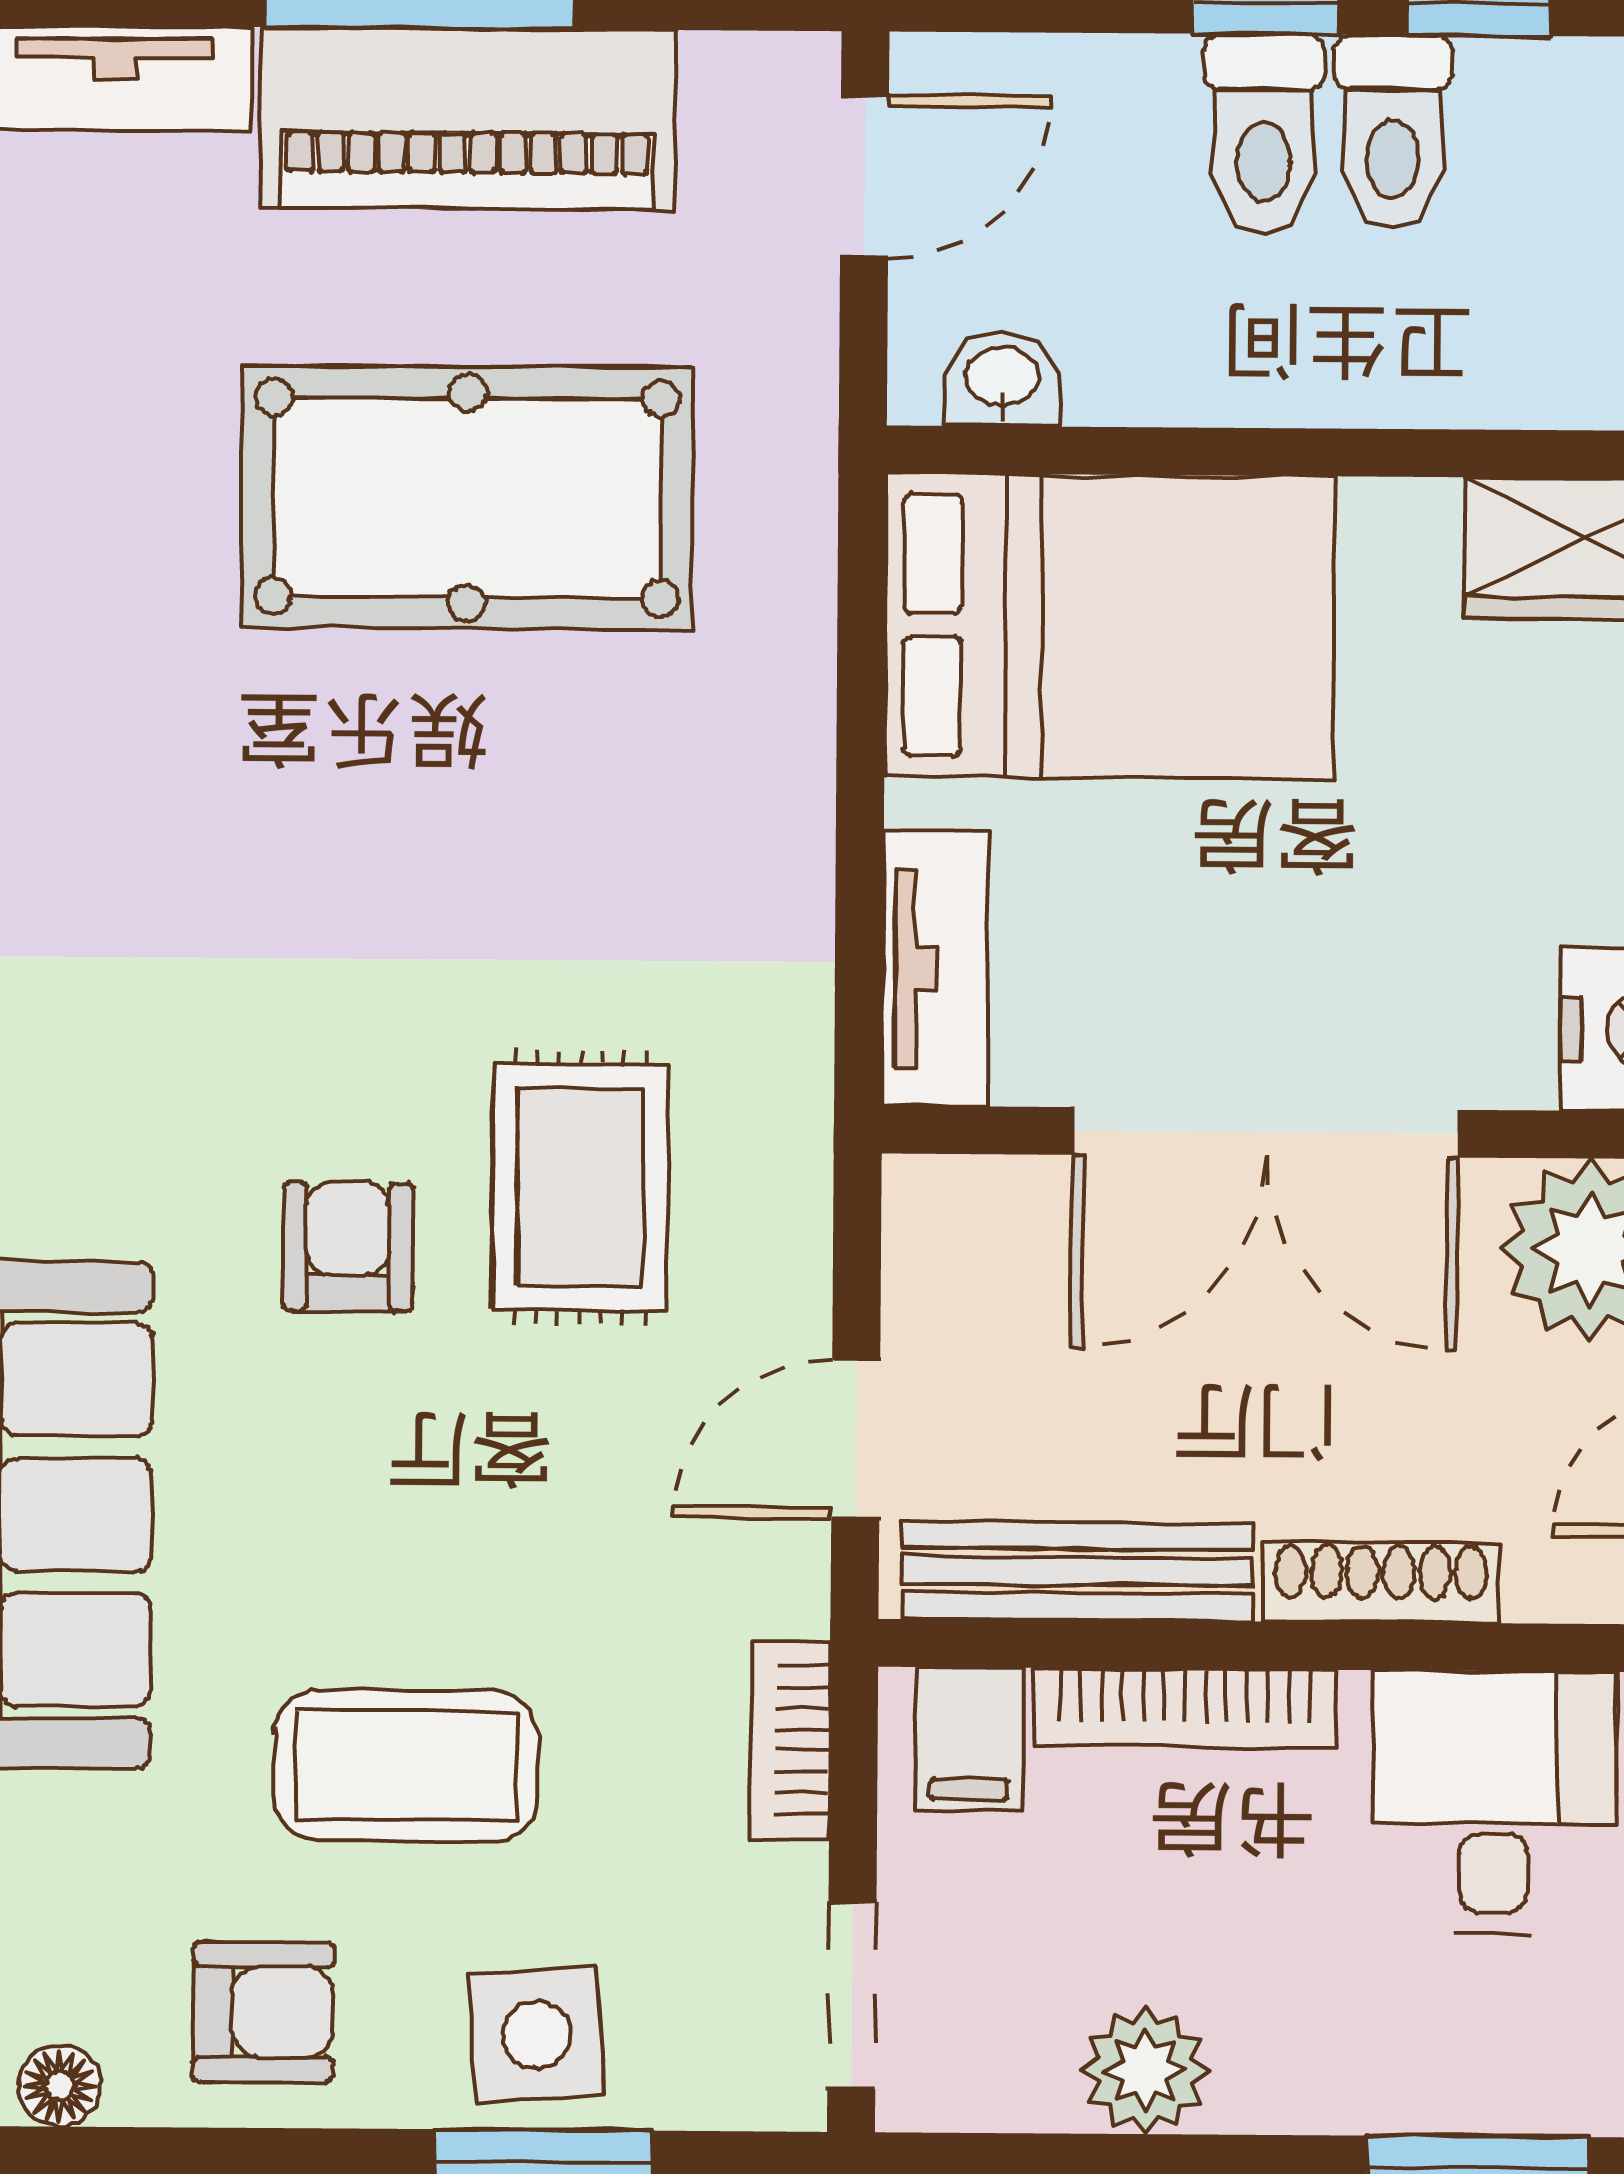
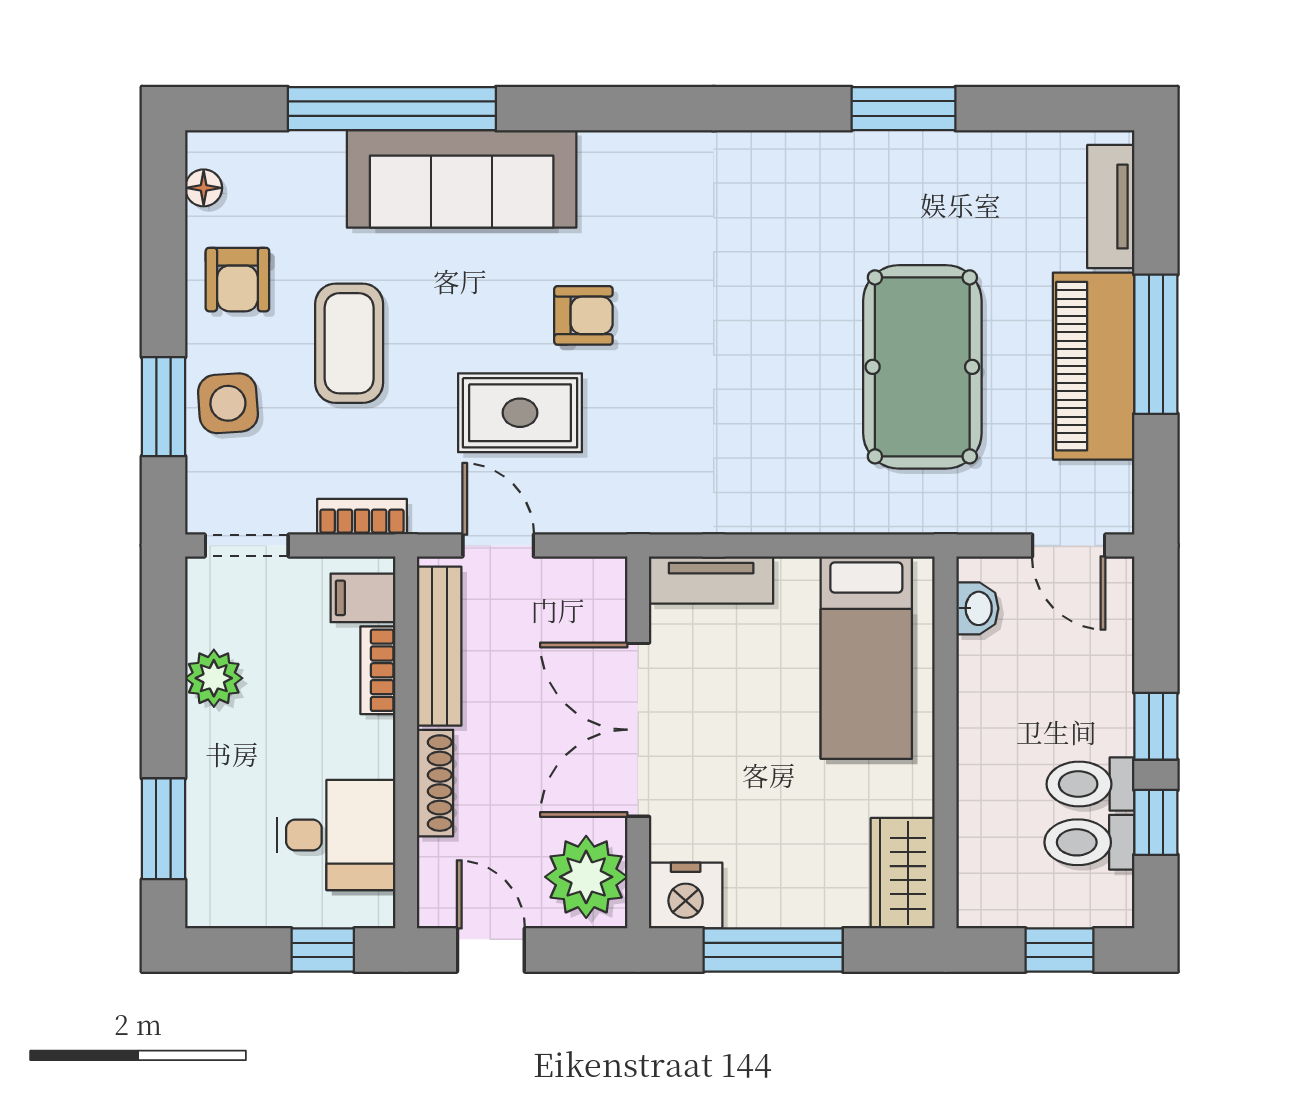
toilet: (1264, 134) -> (1089, 842), moved
bed: (1109, 626) -> (866, 658), width x0.67
rug: (580, 1187) -> (520, 413), moved
bookcase: (1185, 1708) -> (378, 670), width x0.64

